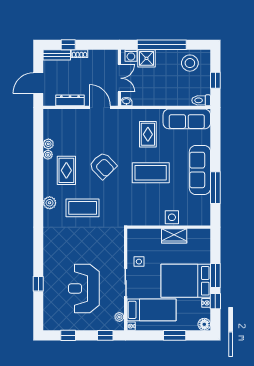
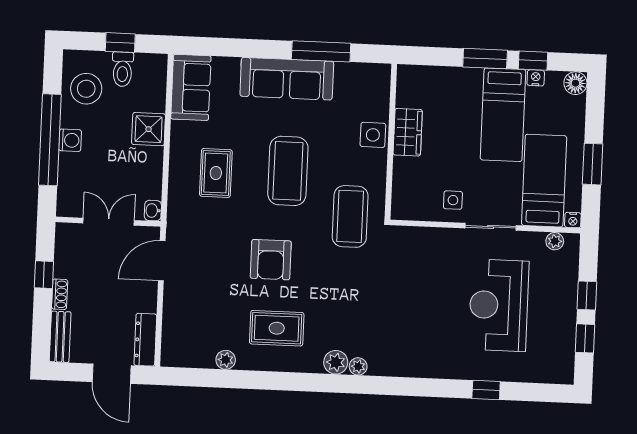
window: (68, 45) -> (44, 275), moved
washing machine: (131, 56) -> (70, 140), moved
shower: (146, 58) -> (149, 129), moved
dresser: (70, 100) -> (145, 340), moved
toilet: (201, 100) -> (123, 69), moved
sofa: (187, 119) -> (191, 87), width x0.73
rug: (148, 134) -> (216, 173), turned 90
plant: (48, 155) -> (358, 366), moved
armchair: (103, 166) -> (271, 260), turned 134
coffee table: (83, 208) -> (350, 216), moved
bed: (186, 281) -> (503, 115), width x0.67
reception desk: (84, 288) -> (499, 305), turned 90
window: (105, 335) -> (587, 296), moved
window: (175, 335) -> (593, 164), moved

